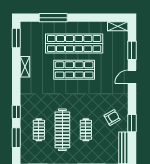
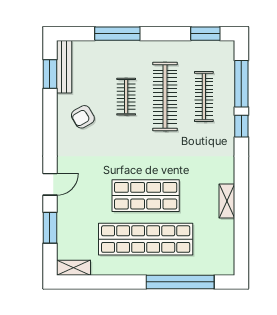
window: (53, 18) -> (180, 282), width x1.46
window: (16, 38) -> (241, 248), removed
window: (132, 123) -> (50, 74), moved
clothes rail: (39, 130) -> (204, 97), width x1.36
window: (16, 138) -> (241, 84), width x1.44

